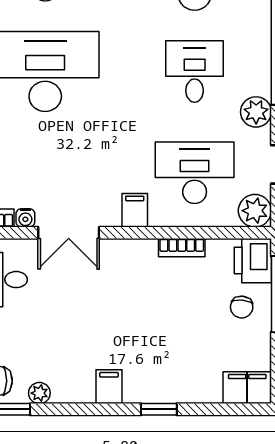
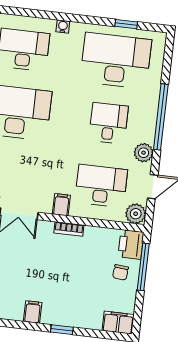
bookcase: (182, 248) -> (69, 229), moved

